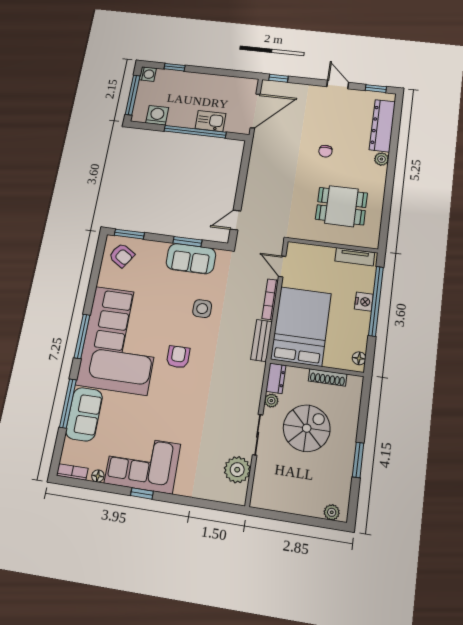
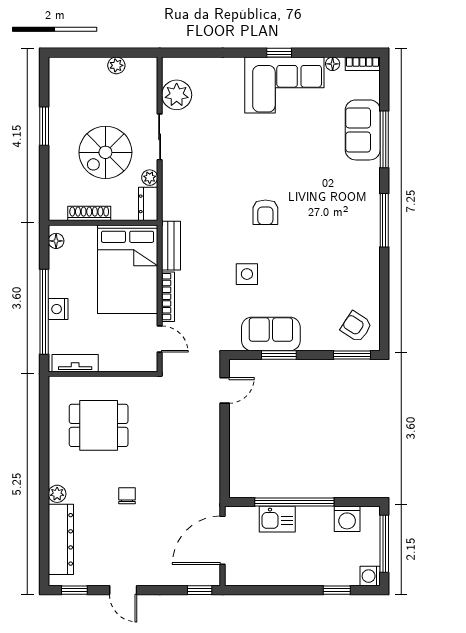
corner sofa: (121, 340) -> (337, 222), removed
plant: (332, 512) -> (116, 65), moved

